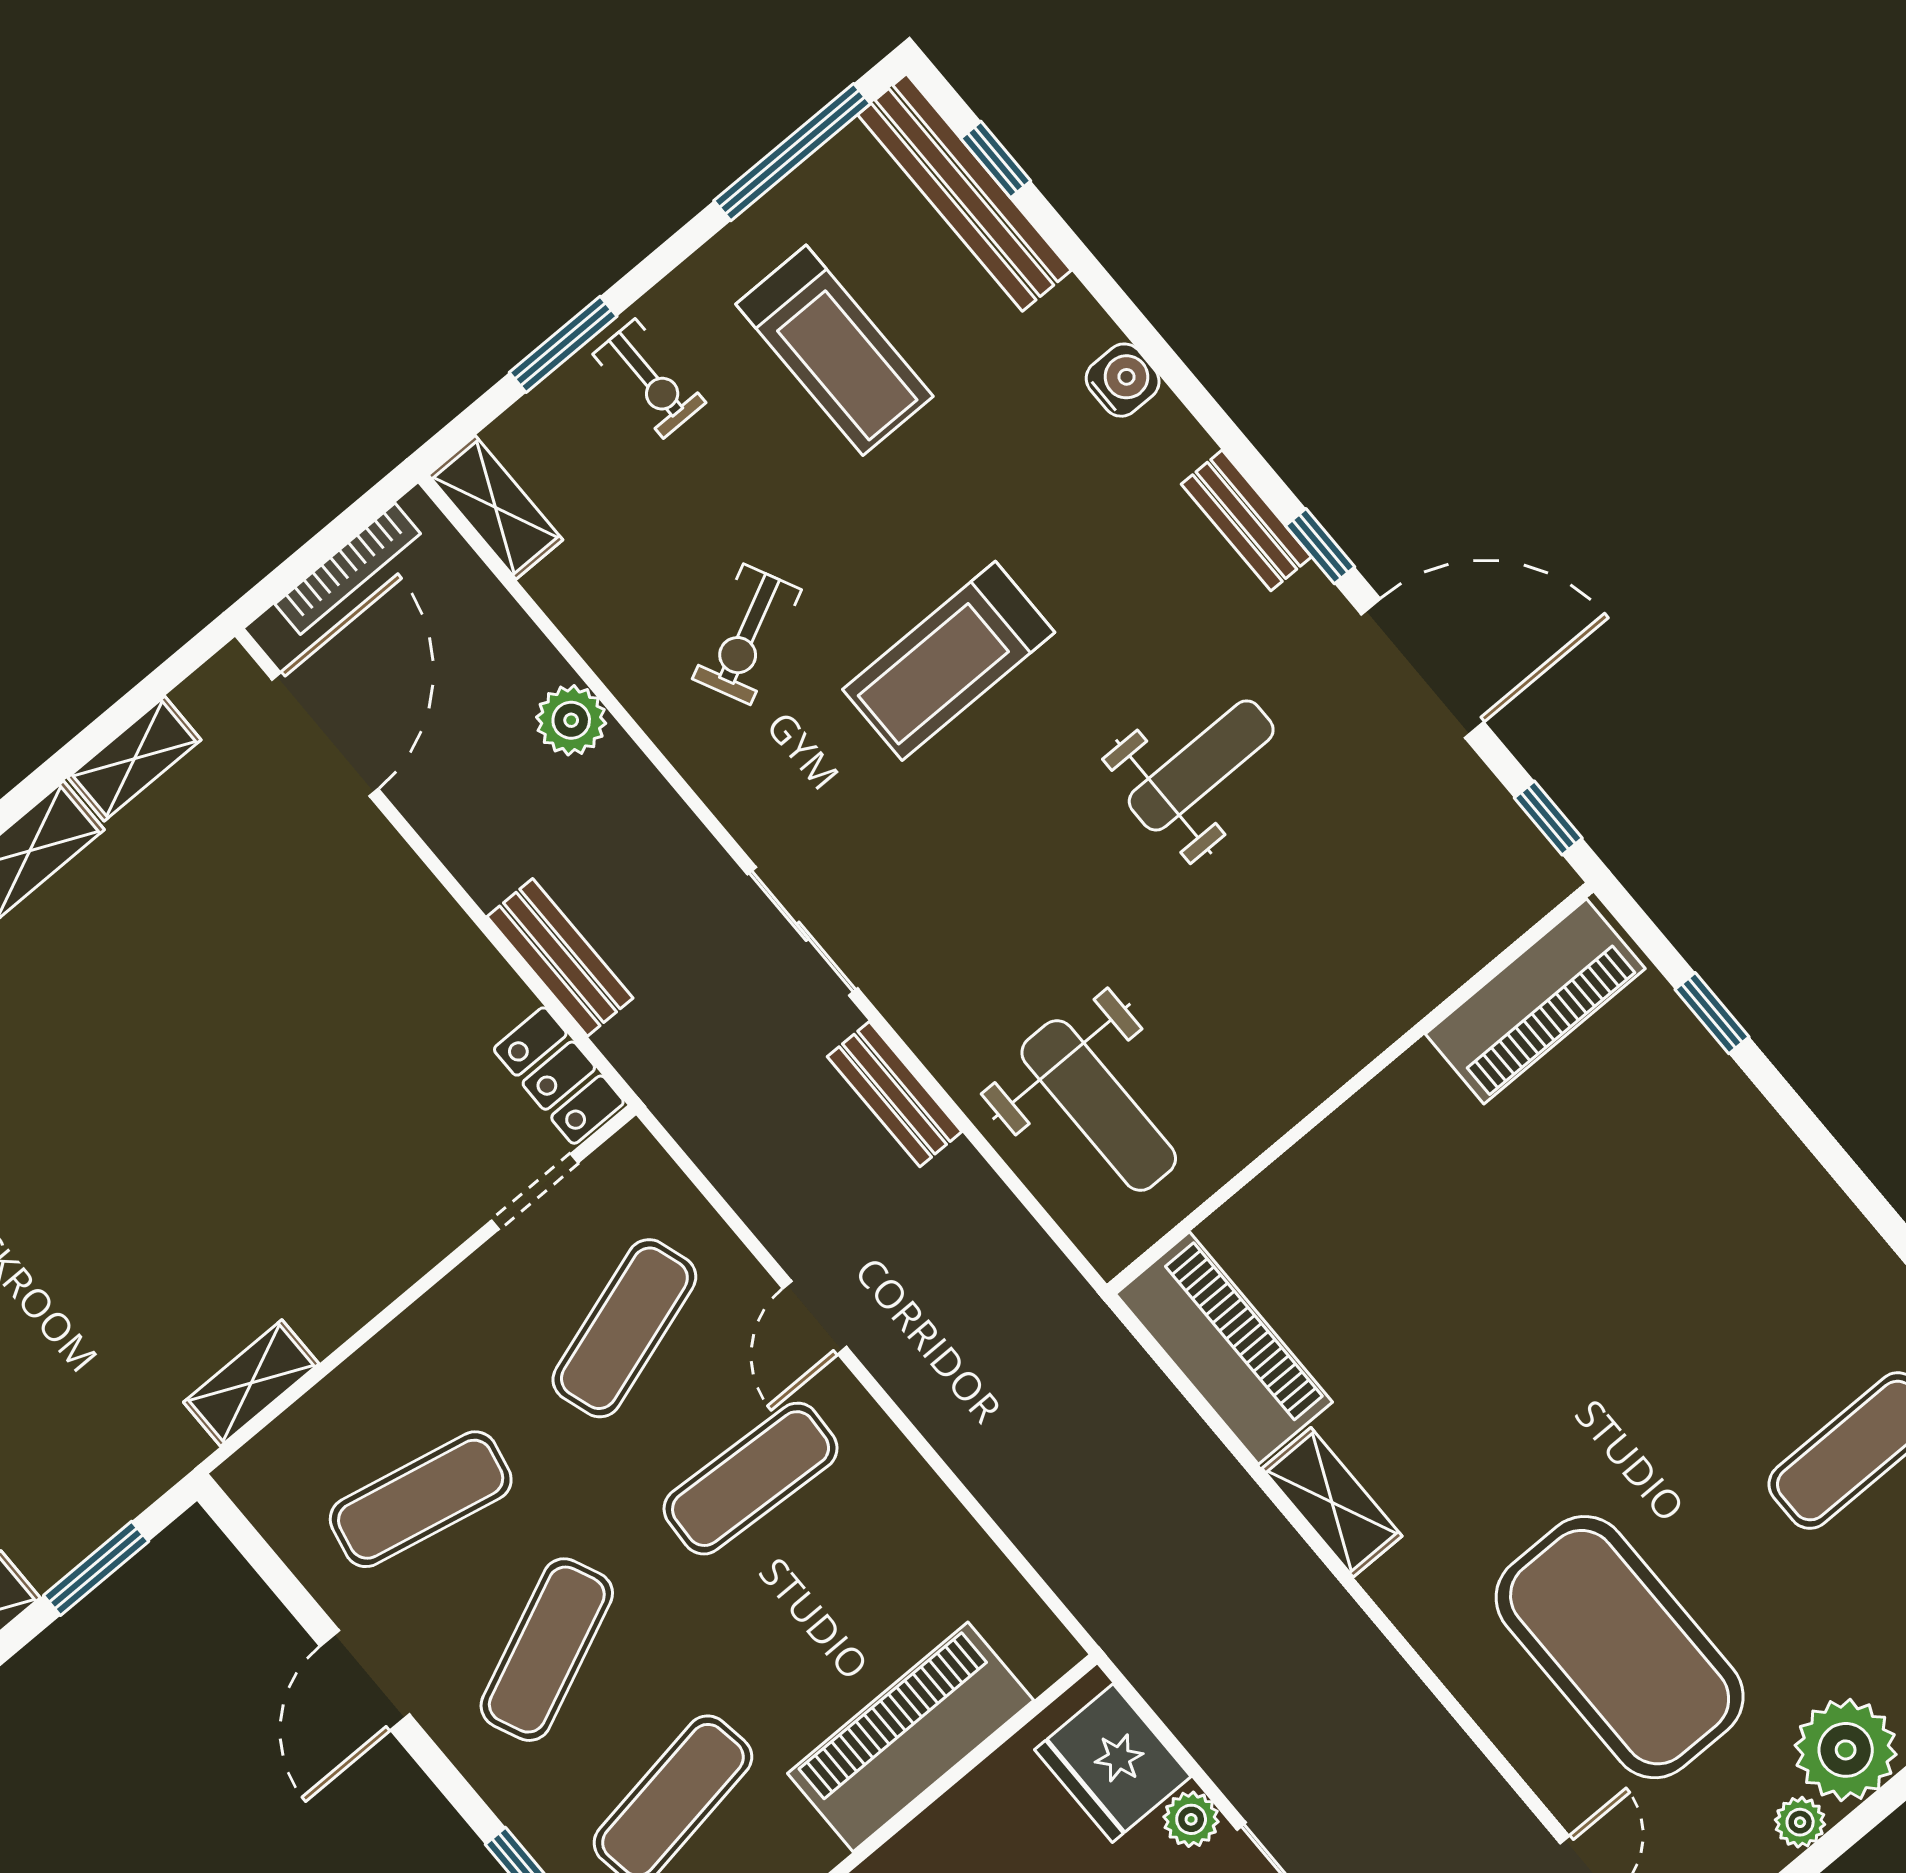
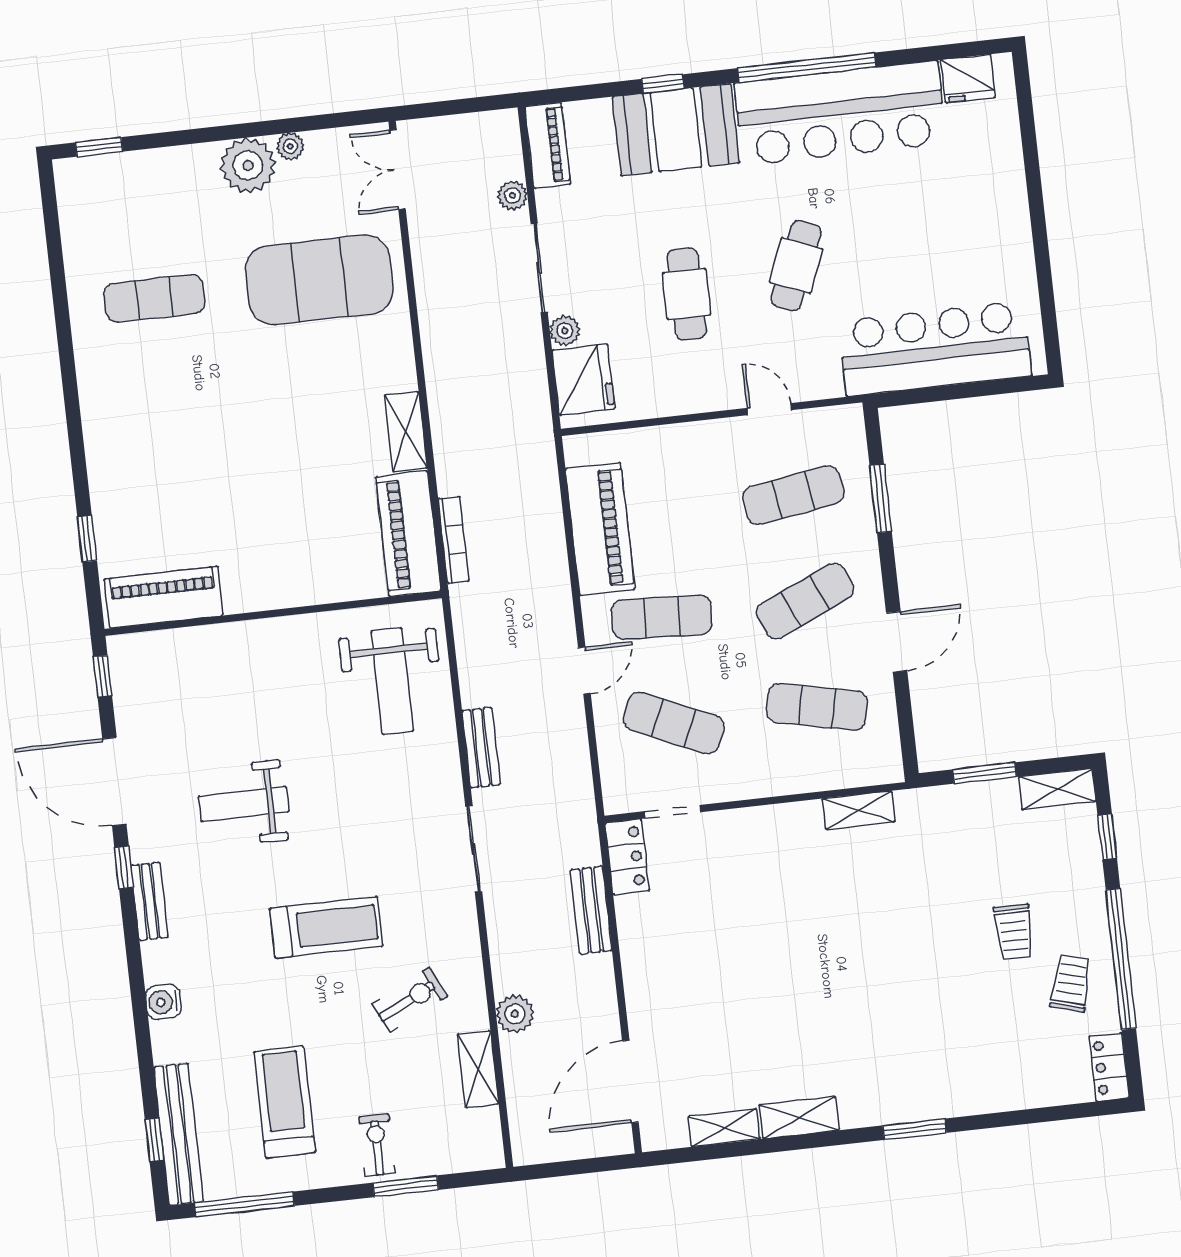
shelving: (496, 507) -> (478, 1069), moved
bookcase: (348, 569) -> (454, 540), moved, turned 90
weight bench: (1099, 1106) -> (392, 681), turned 180
exercise mat: (624, 1328) -> (674, 723), turned 42
exercise mat: (1620, 1647) -> (319, 280), turned 90
piano: (911, 1737) -> (600, 529), moved, turned -90

